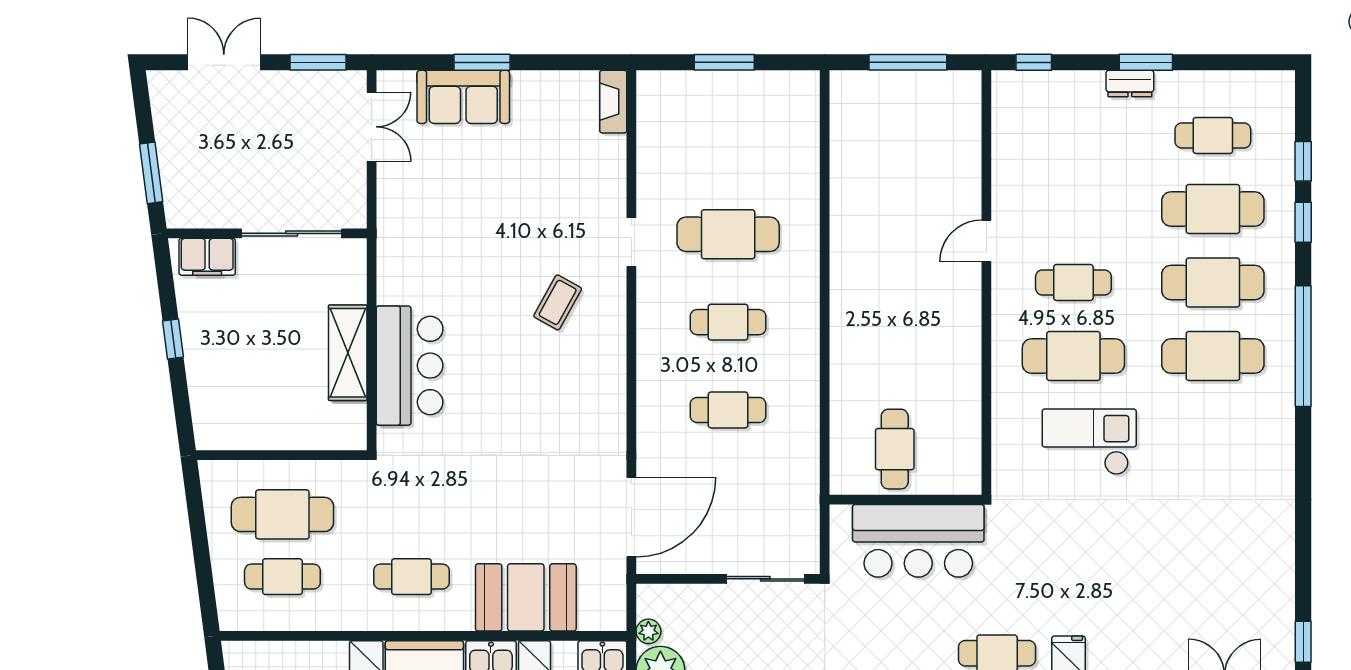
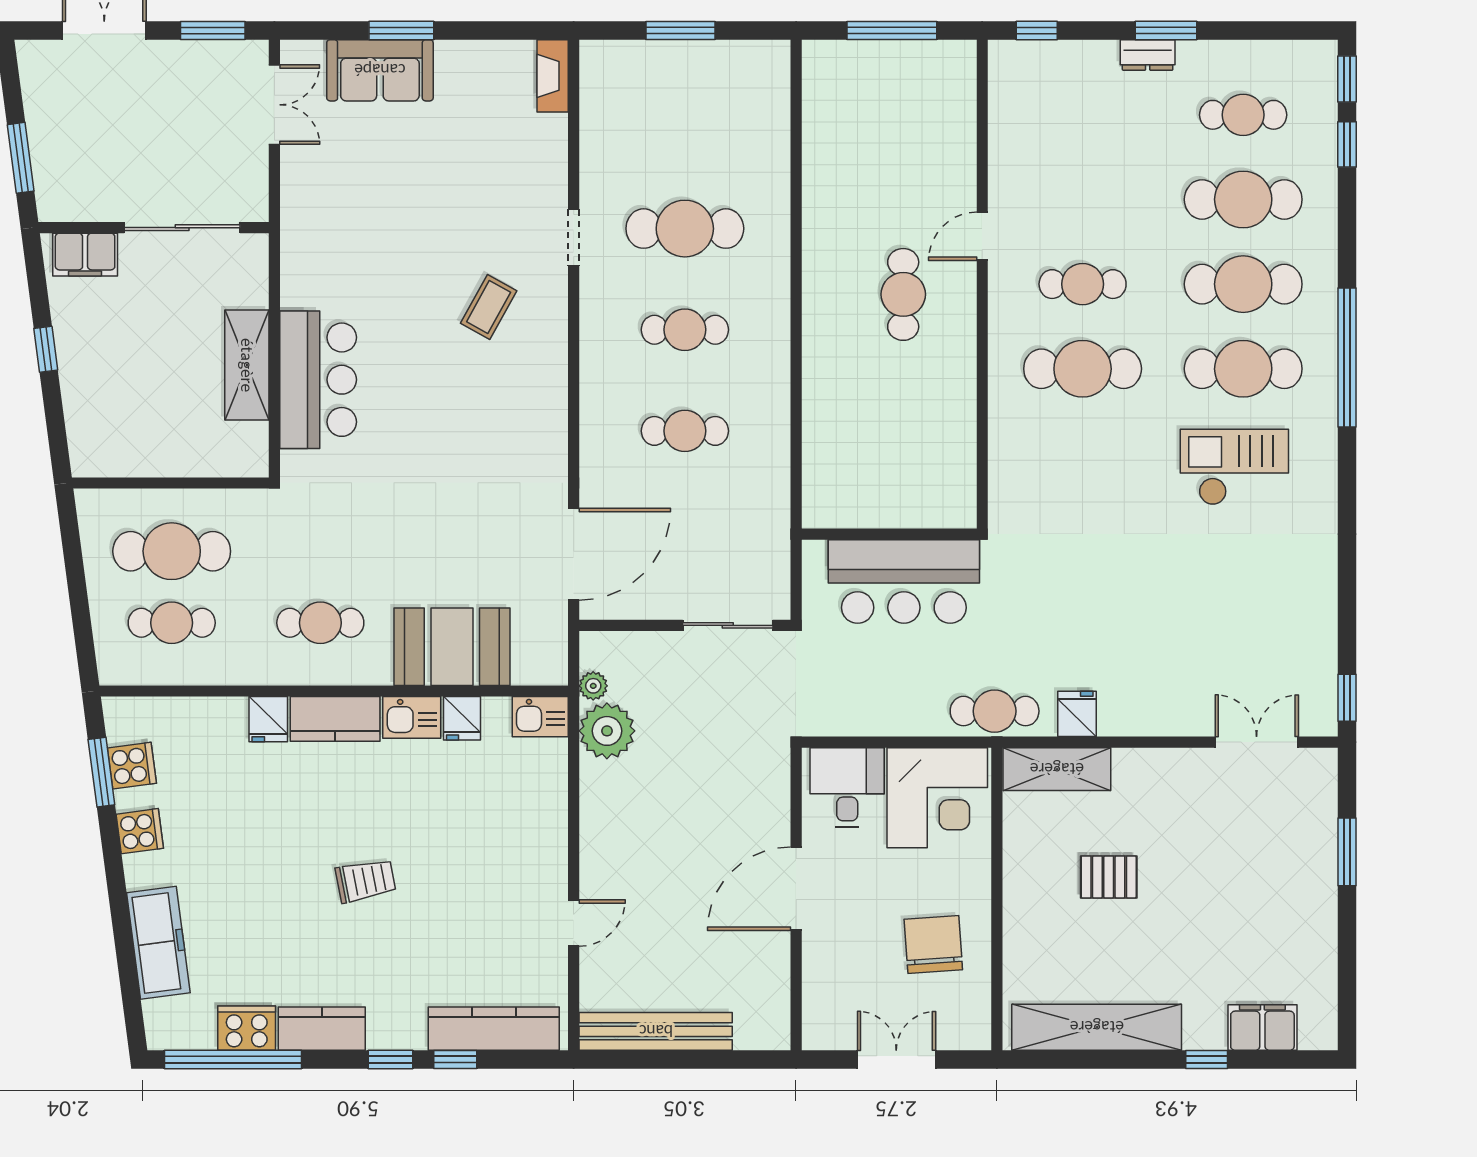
window: (1303, 222) -> (1347, 79), moved
checkout: (1089, 442) -> (1234, 467), moved
cafe table: (895, 449) -> (903, 294), moved

